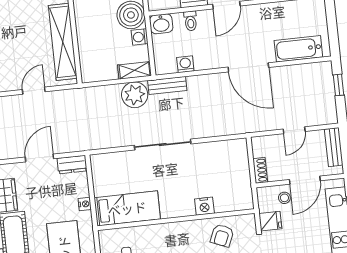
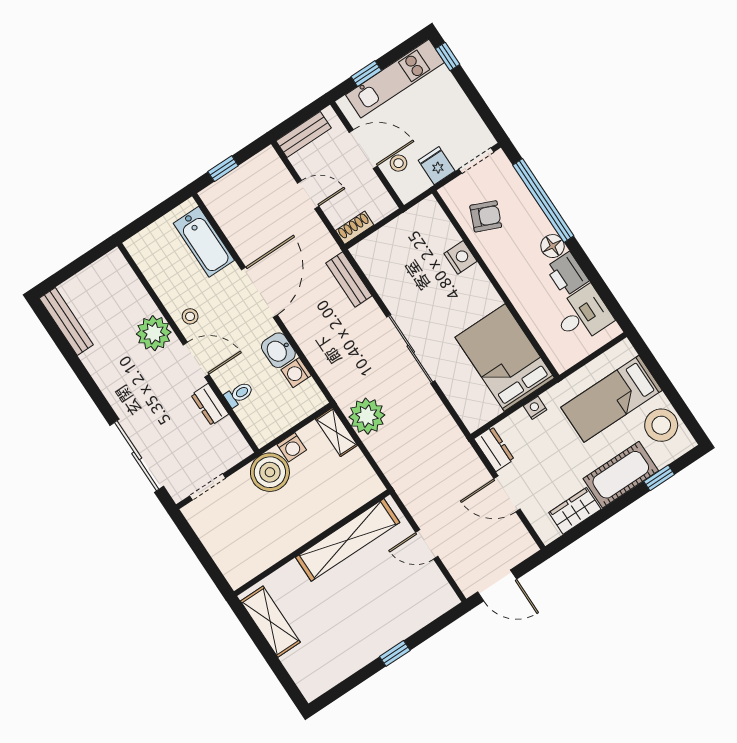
stool: (256, 16) -> (190, 316), added
washbasin: (161, 24) -> (278, 350), moved, turned 180
bench: (167, 85) -> (349, 279), moved
shoe rack: (260, 170) -> (355, 228), moved
bed: (127, 208) -> (505, 358), width x1.50

